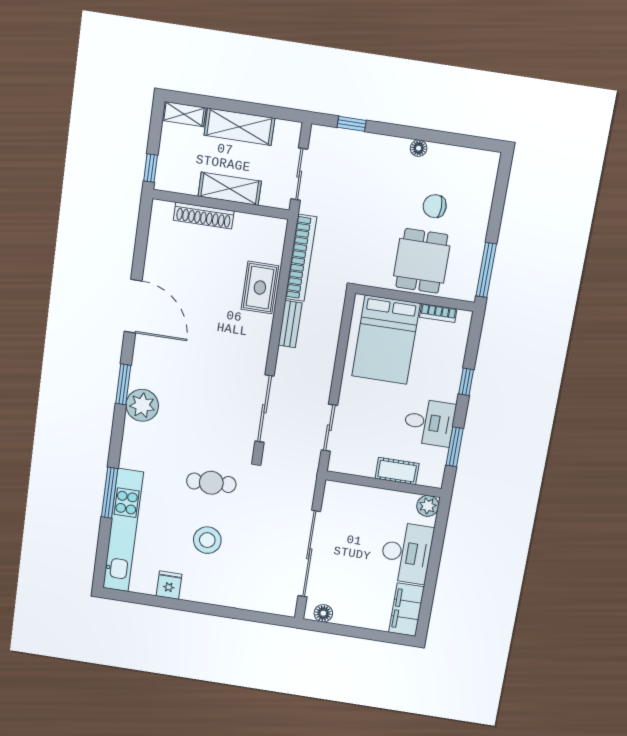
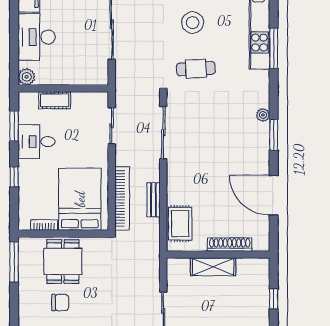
shelving: (230, 189) -> (213, 267), moved
wall: (221, 204) -> (218, 255), moved
shoe rack: (204, 216) -> (230, 244), moved
bookcase: (301, 258) -> (122, 198), moved, turned 180
plant: (142, 405) -> (263, 115), width x0.53, depth x0.53

